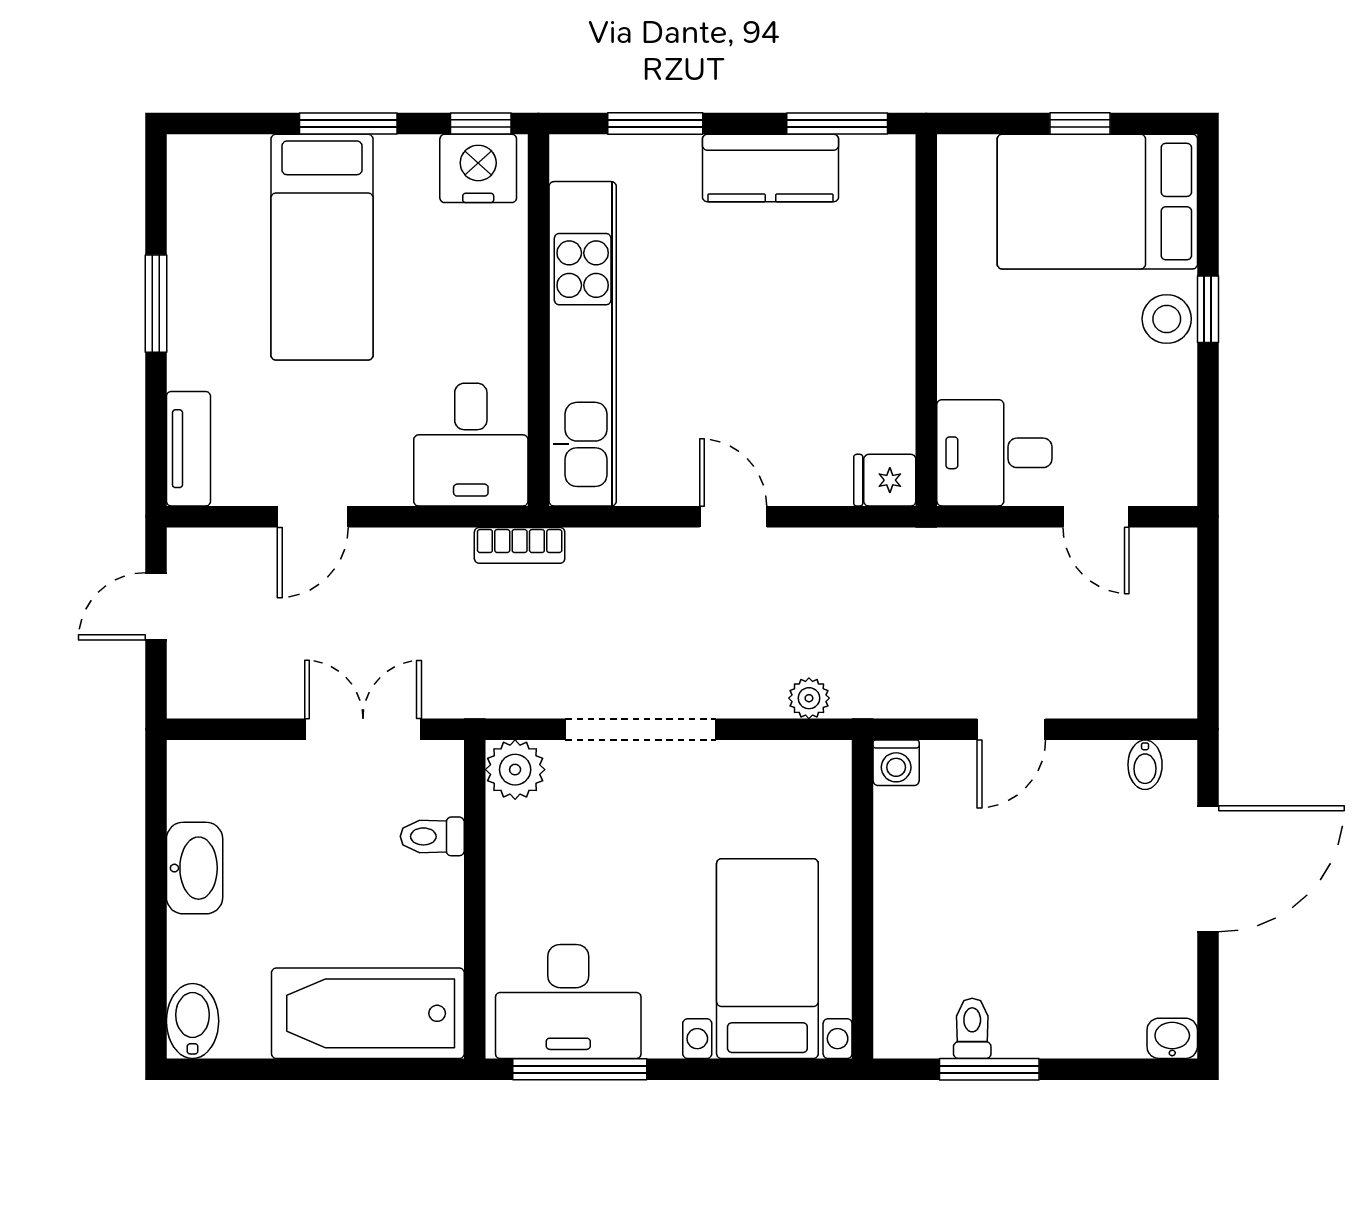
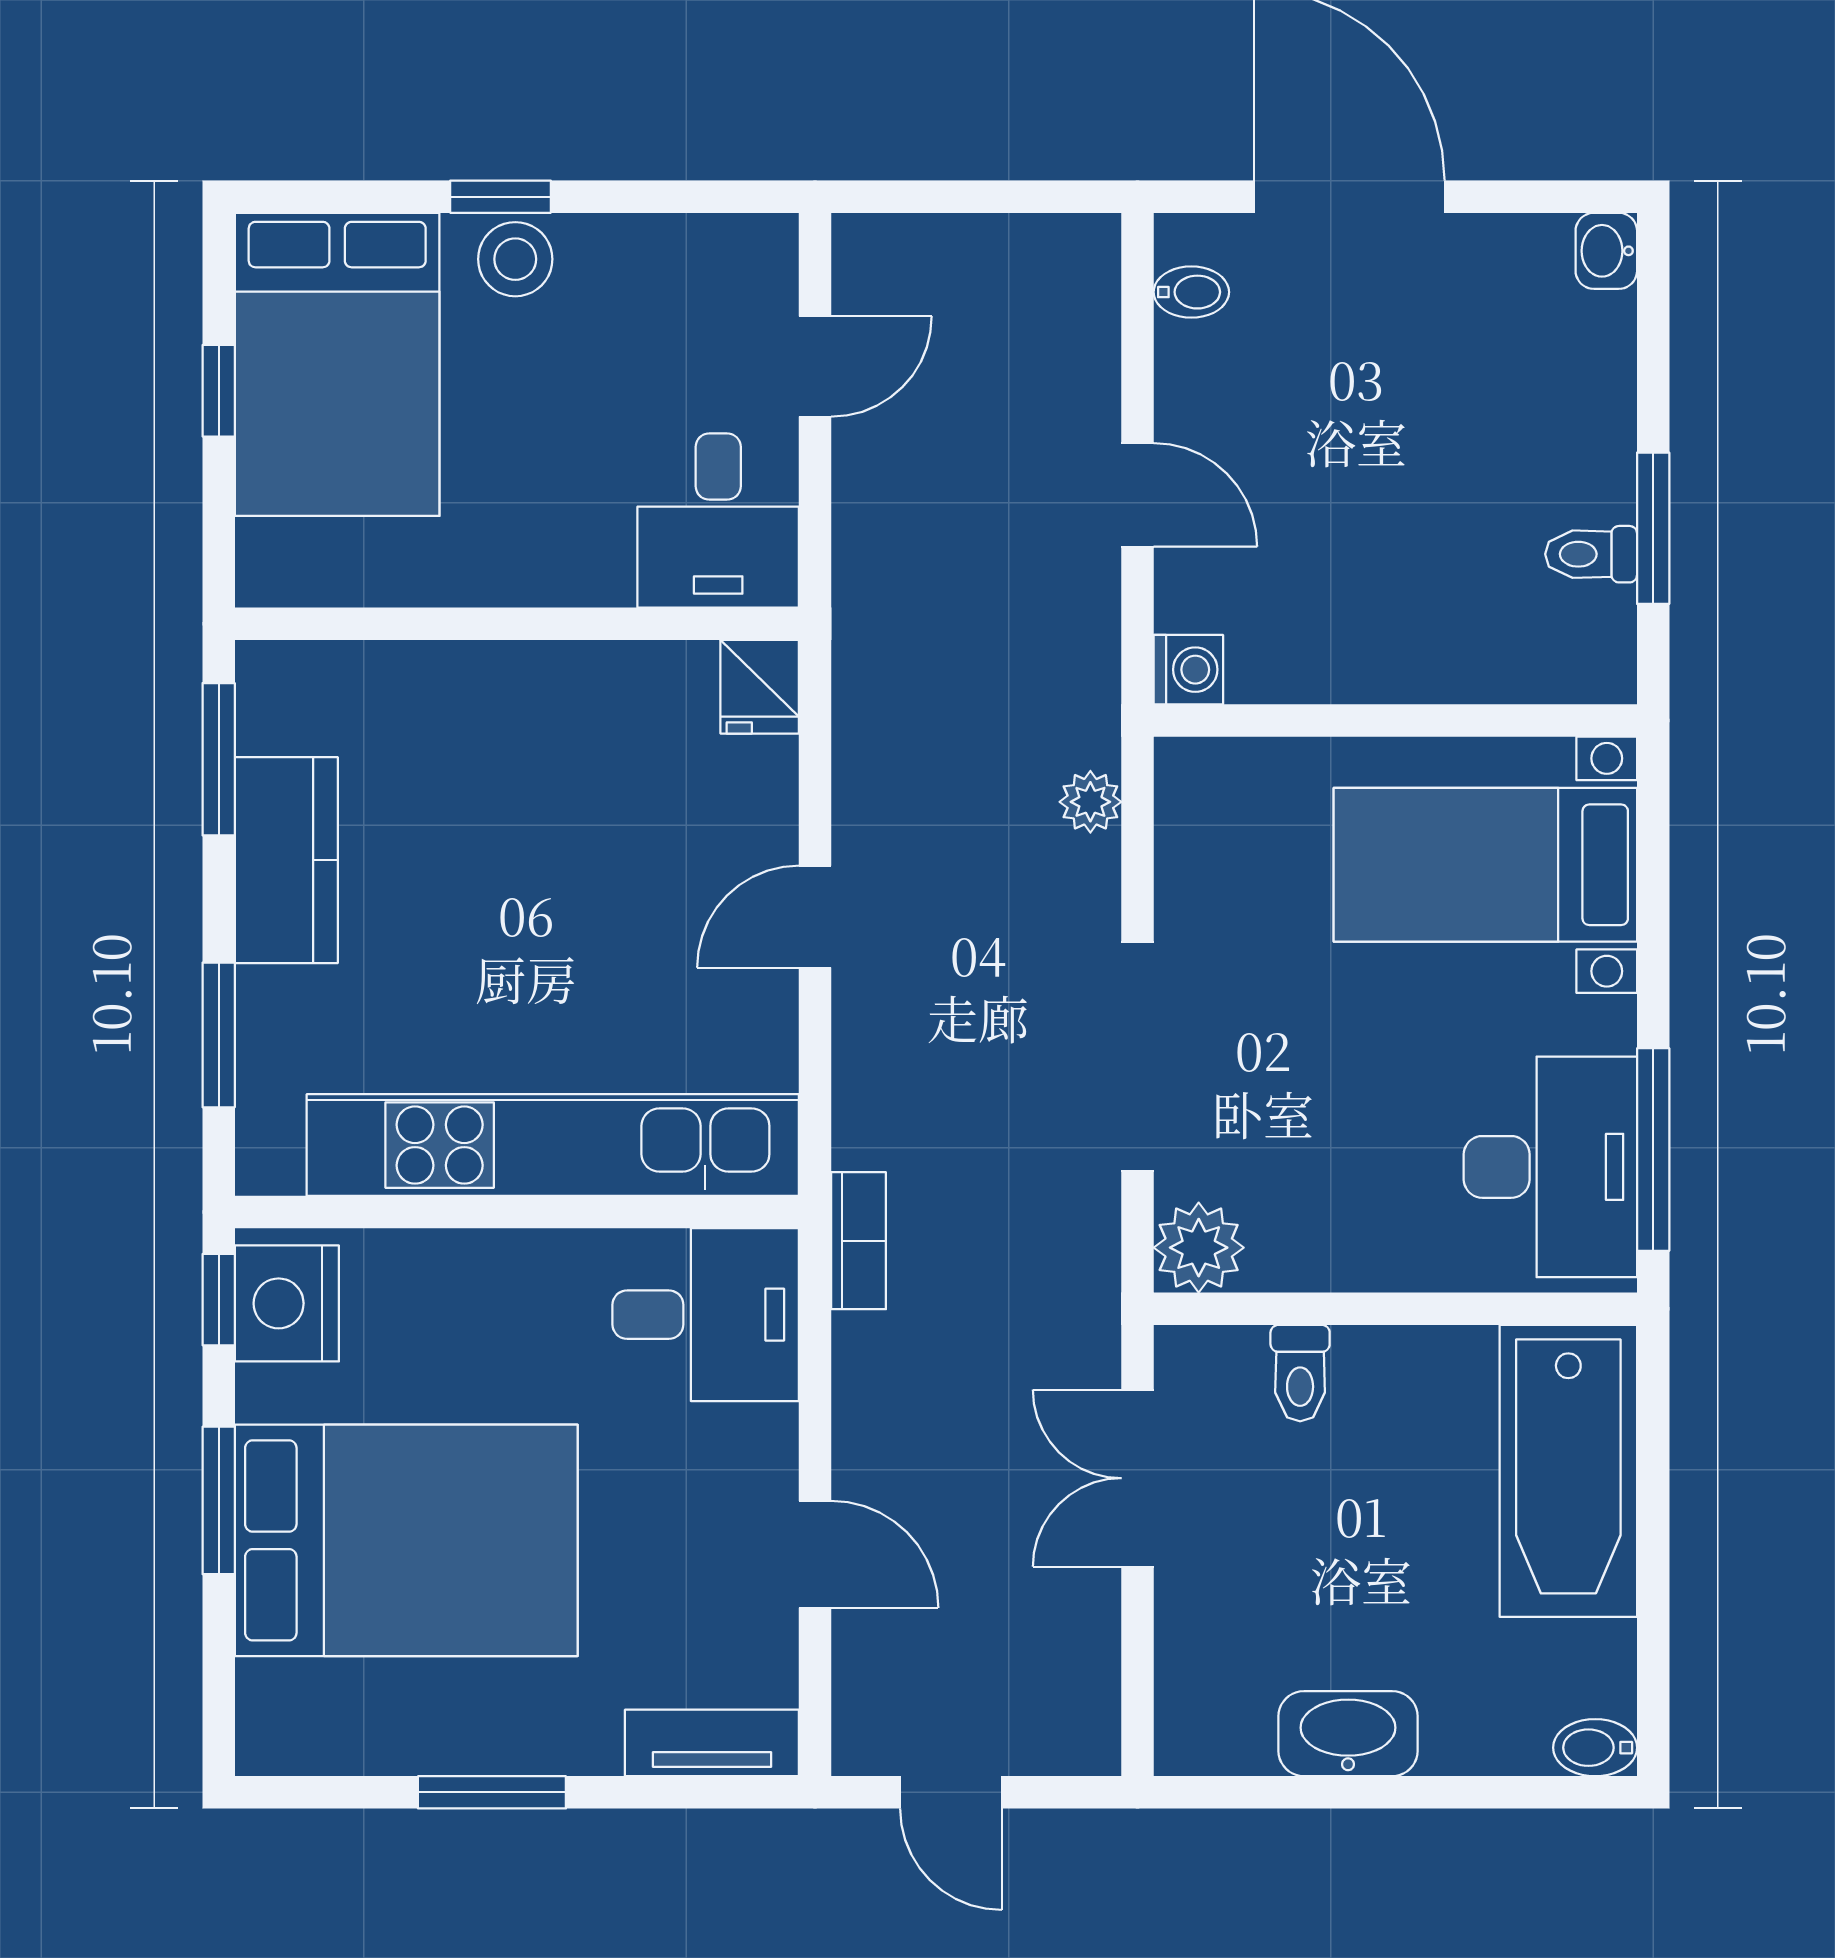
bed: (322, 247) -> (406, 1540), width x1.50
bidet: (193, 1021) -> (1595, 1748), width x0.72, depth x0.74

